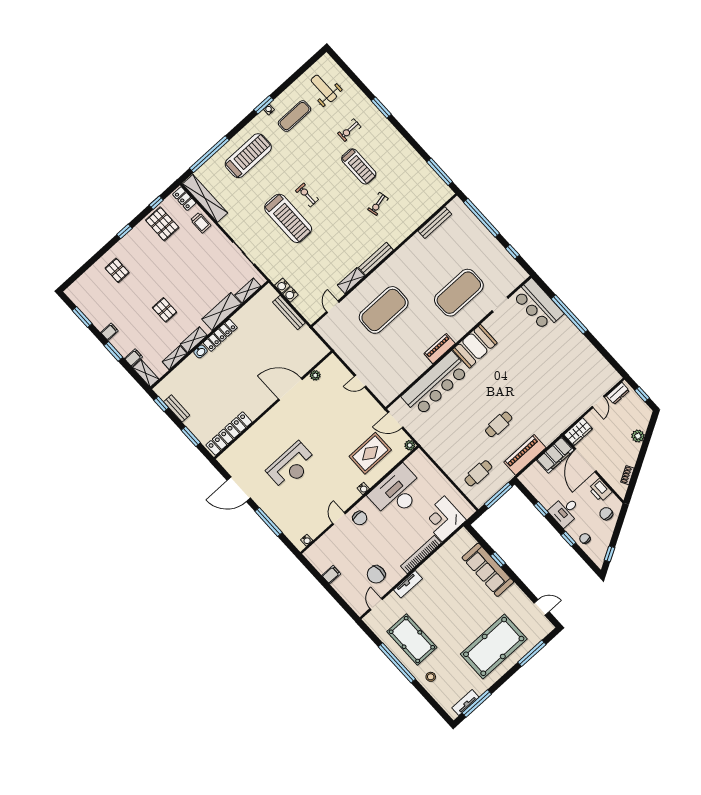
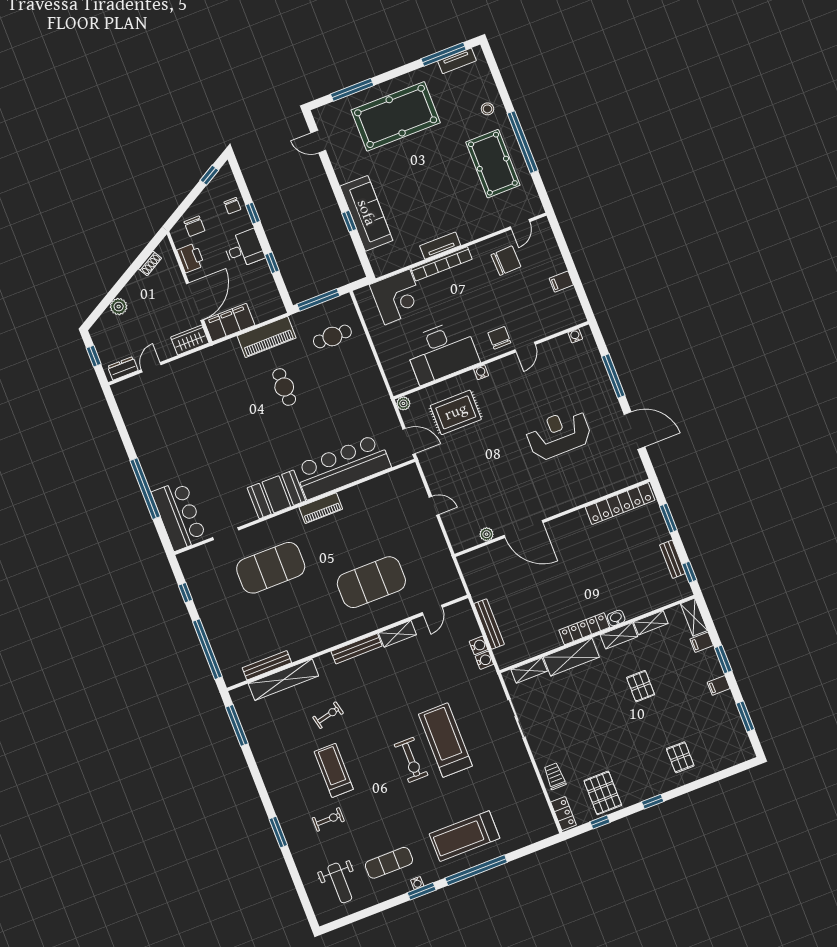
window: (209, 154) -> (476, 870), moved
exercise bike: (307, 195) -> (411, 760), width x1.38, depth x1.39
shelving: (205, 198) -> (283, 680), moved, turned 90
cafe table: (499, 424) -> (284, 387), turned 90
tv unit: (408, 584) -> (440, 246), moved

